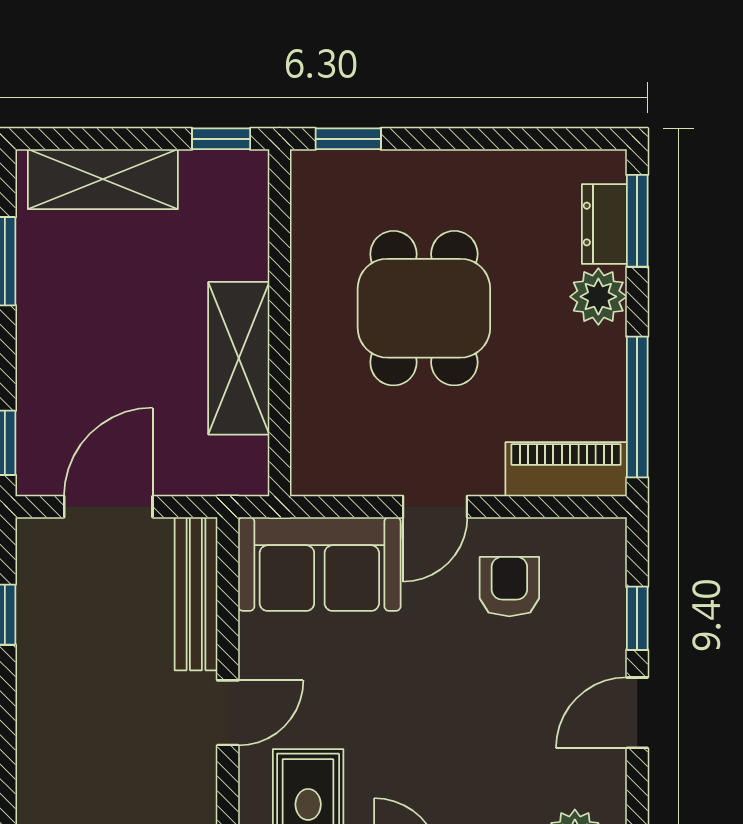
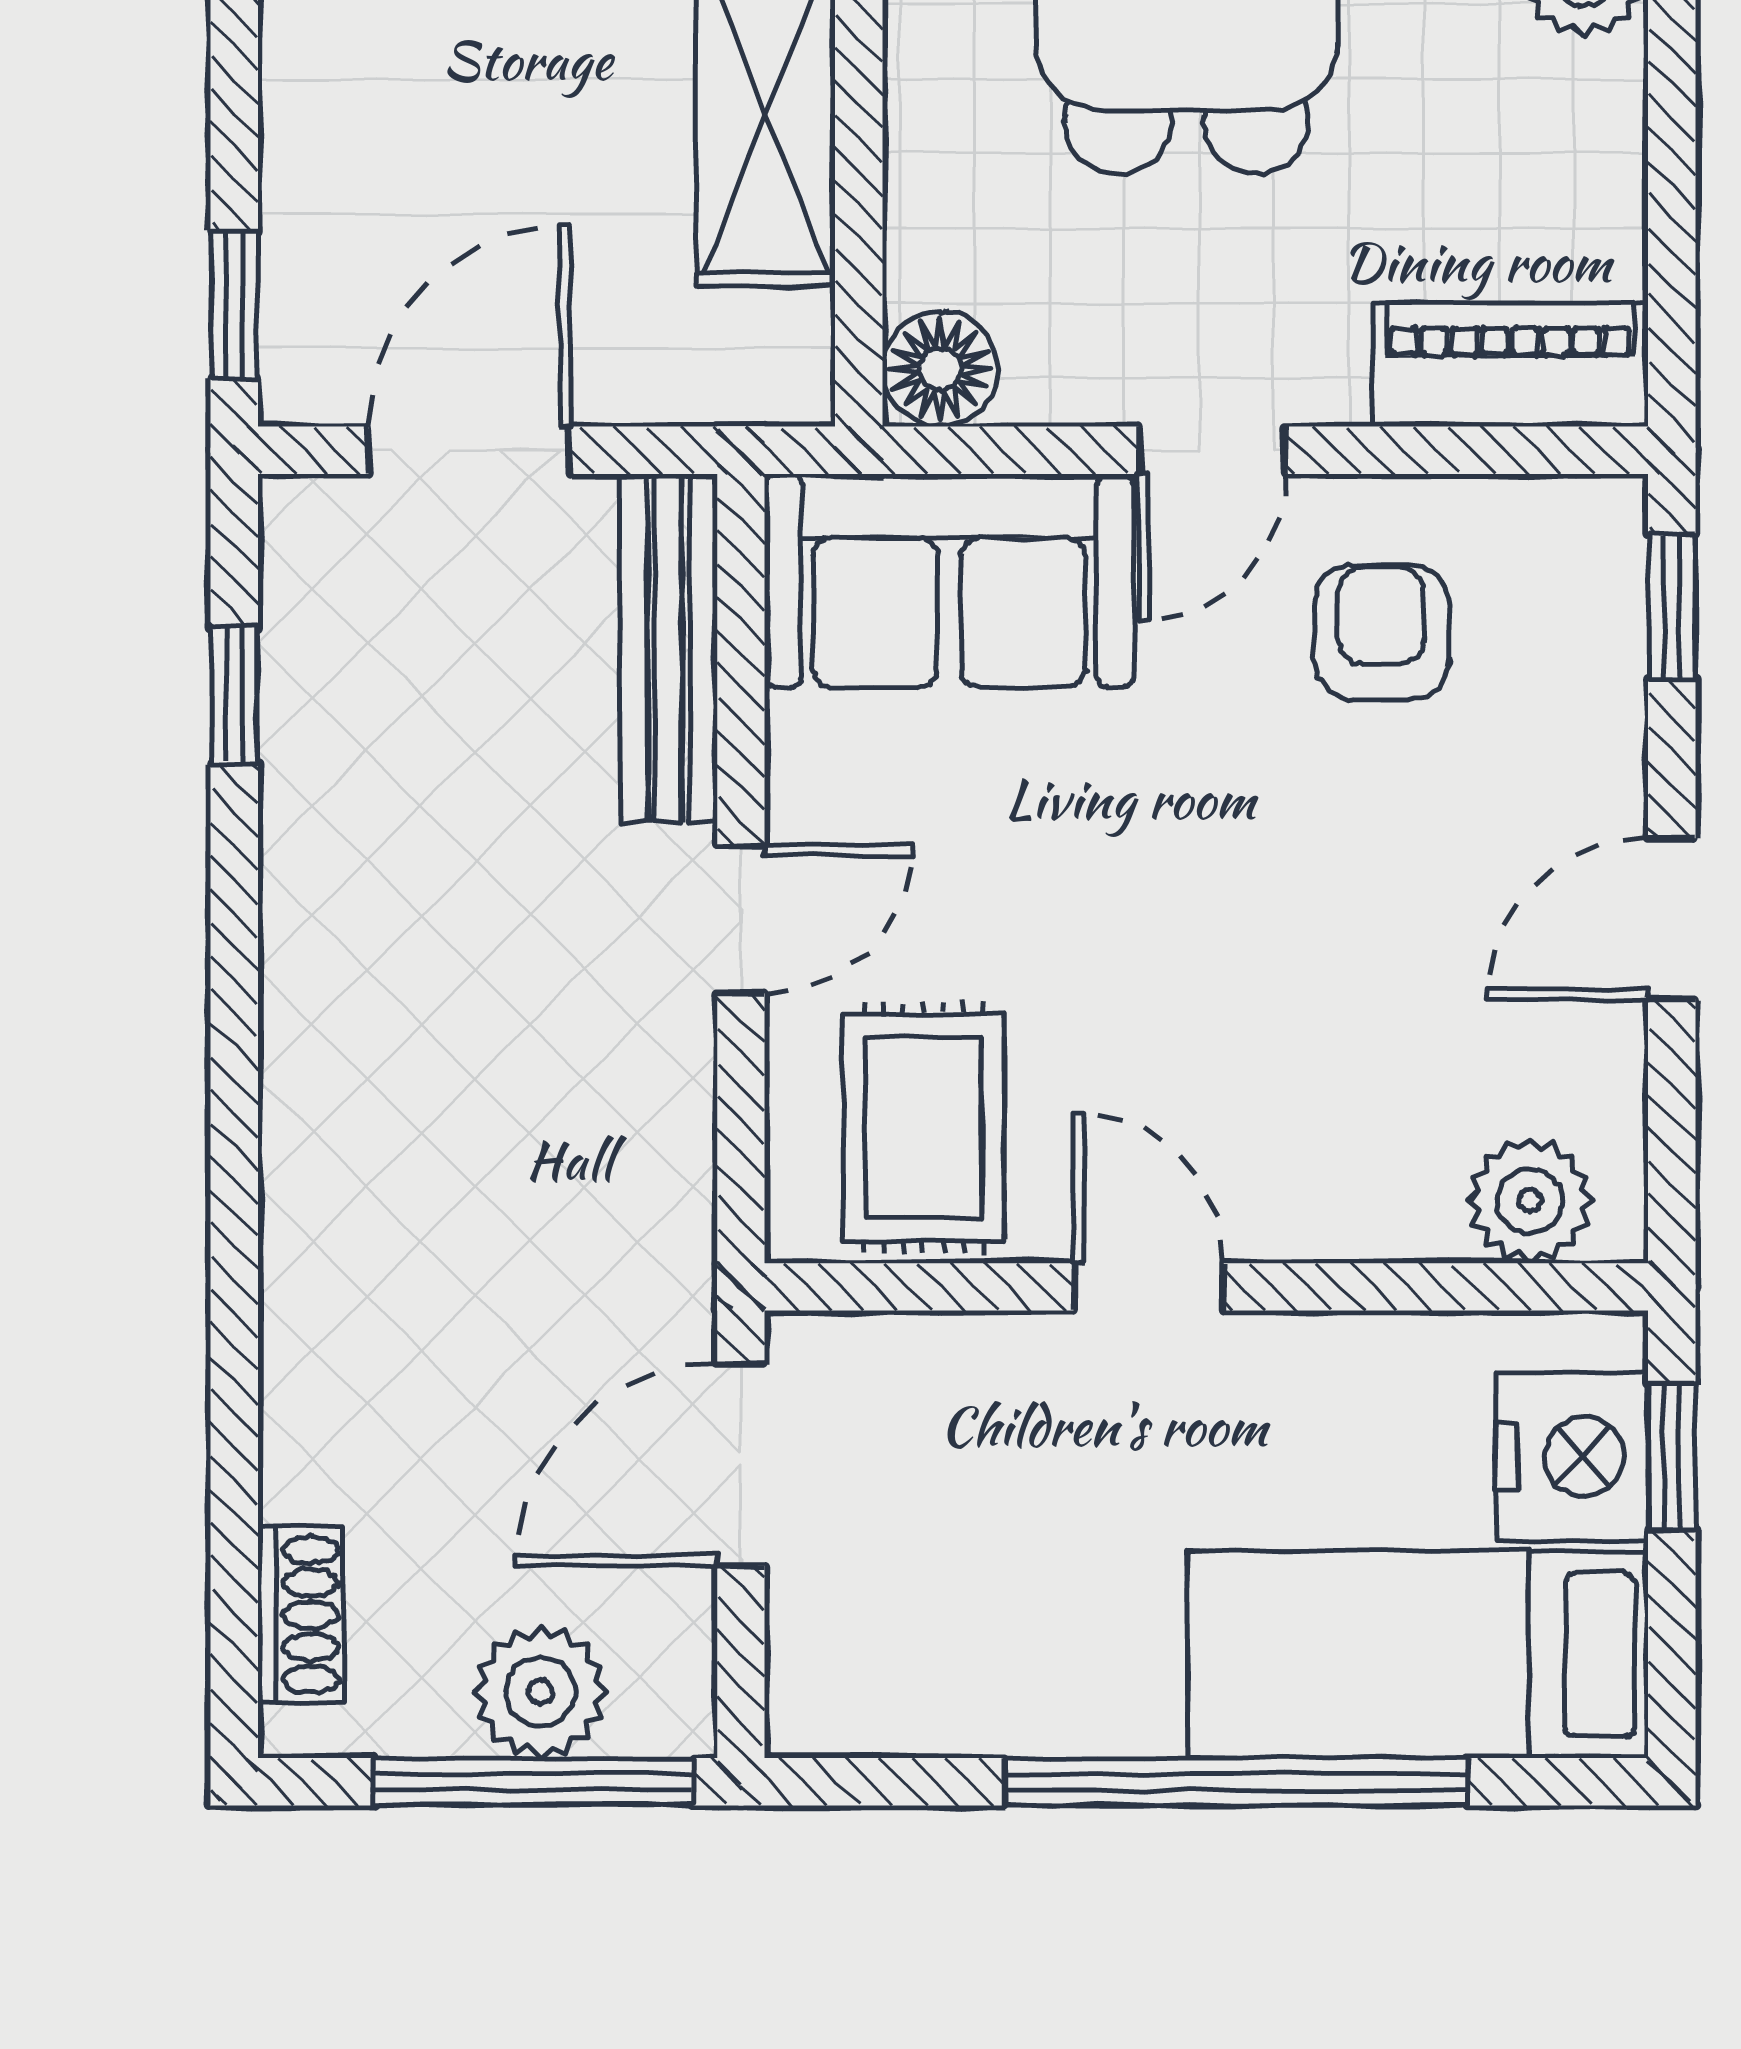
window: (637, 407) -> (1672, 224), removed
floor lamp: (315, 471) -> (940, 369), added
window: (637, 618) -> (1672, 607), moved

